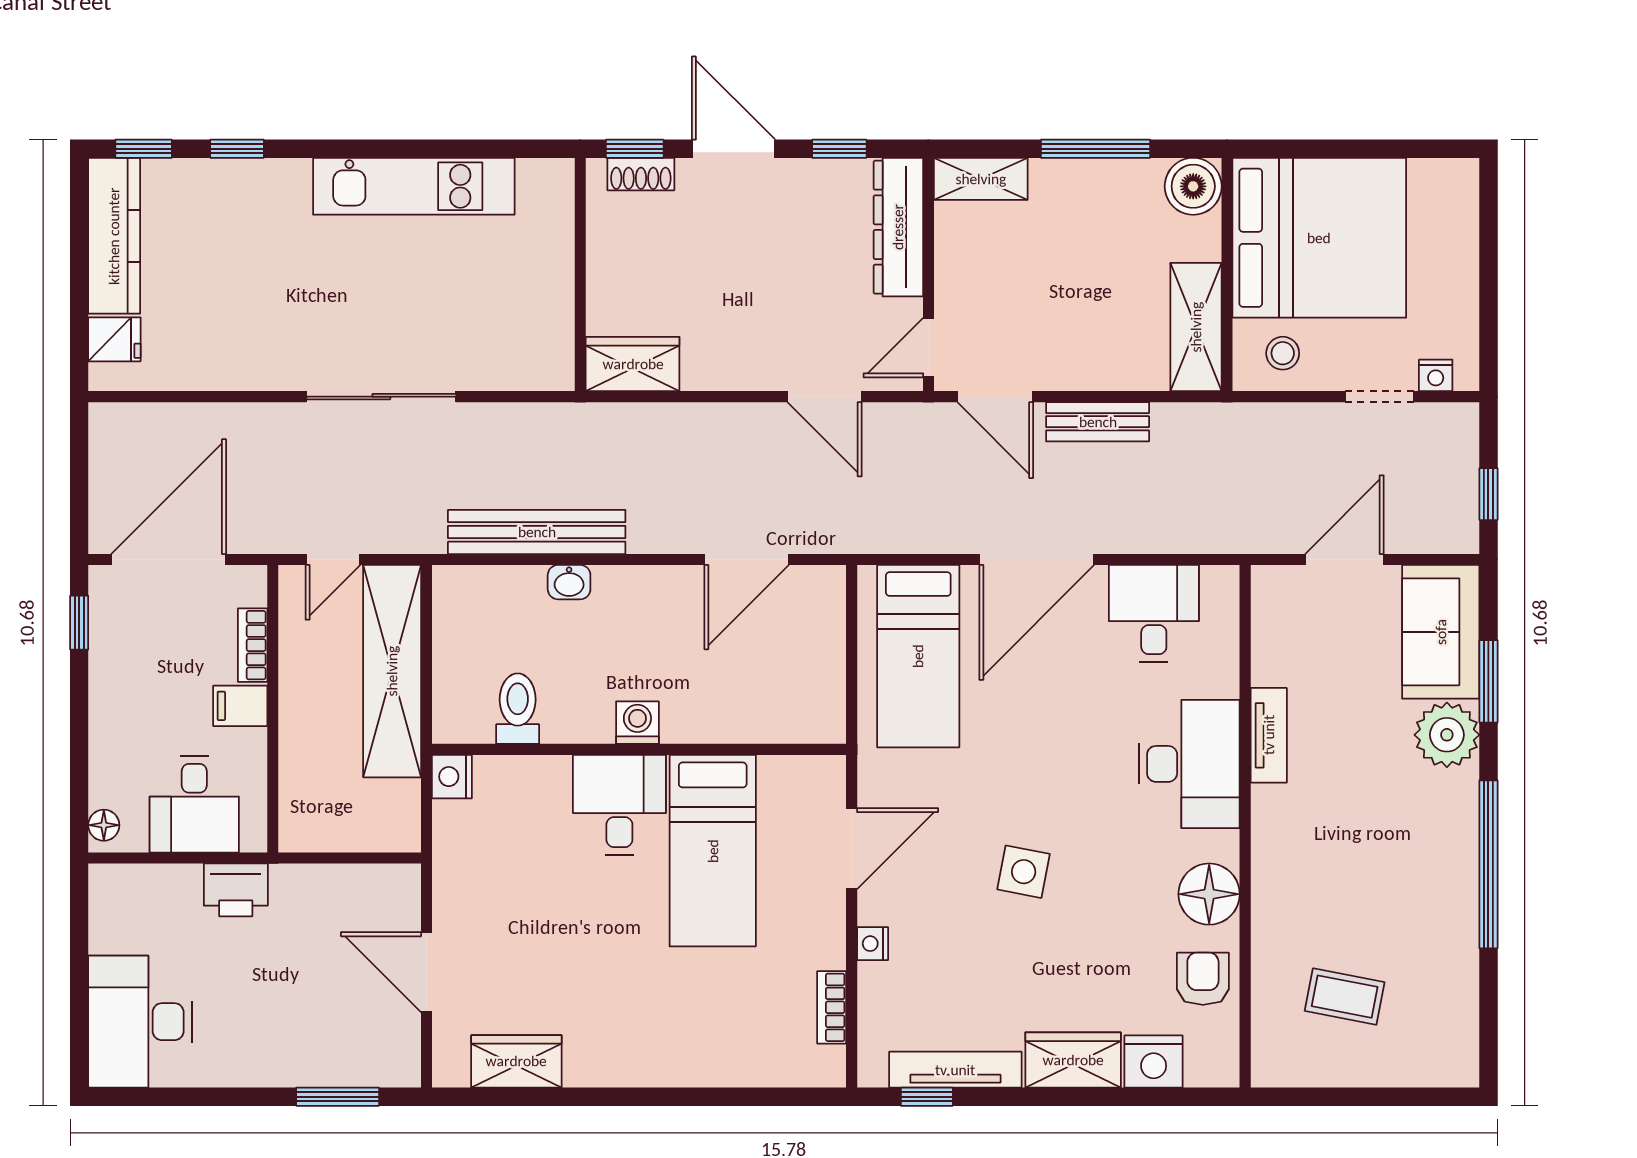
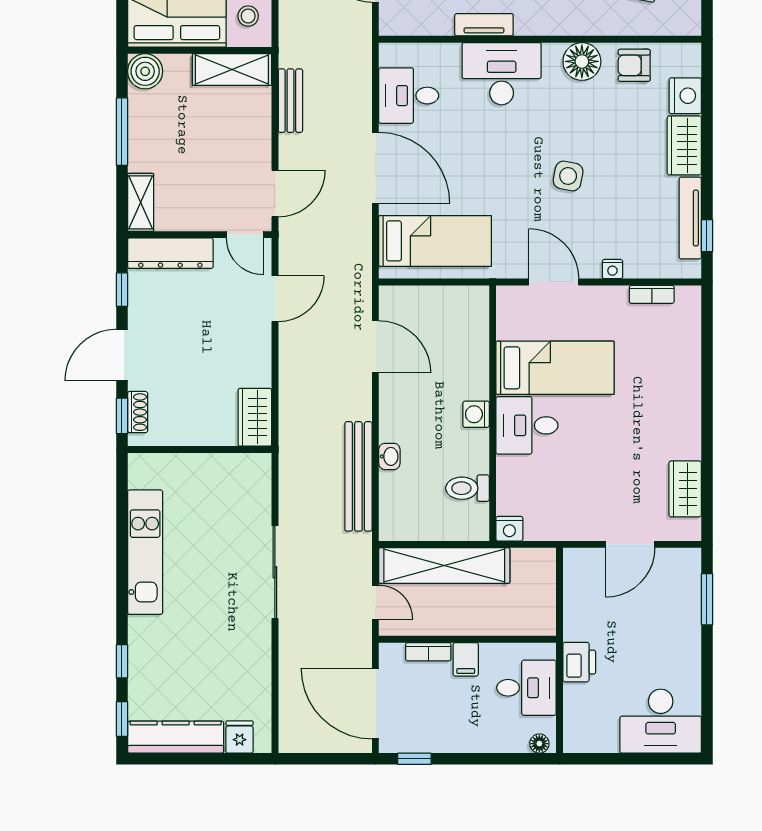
bench: (1098, 422) -> (290, 101), moved

